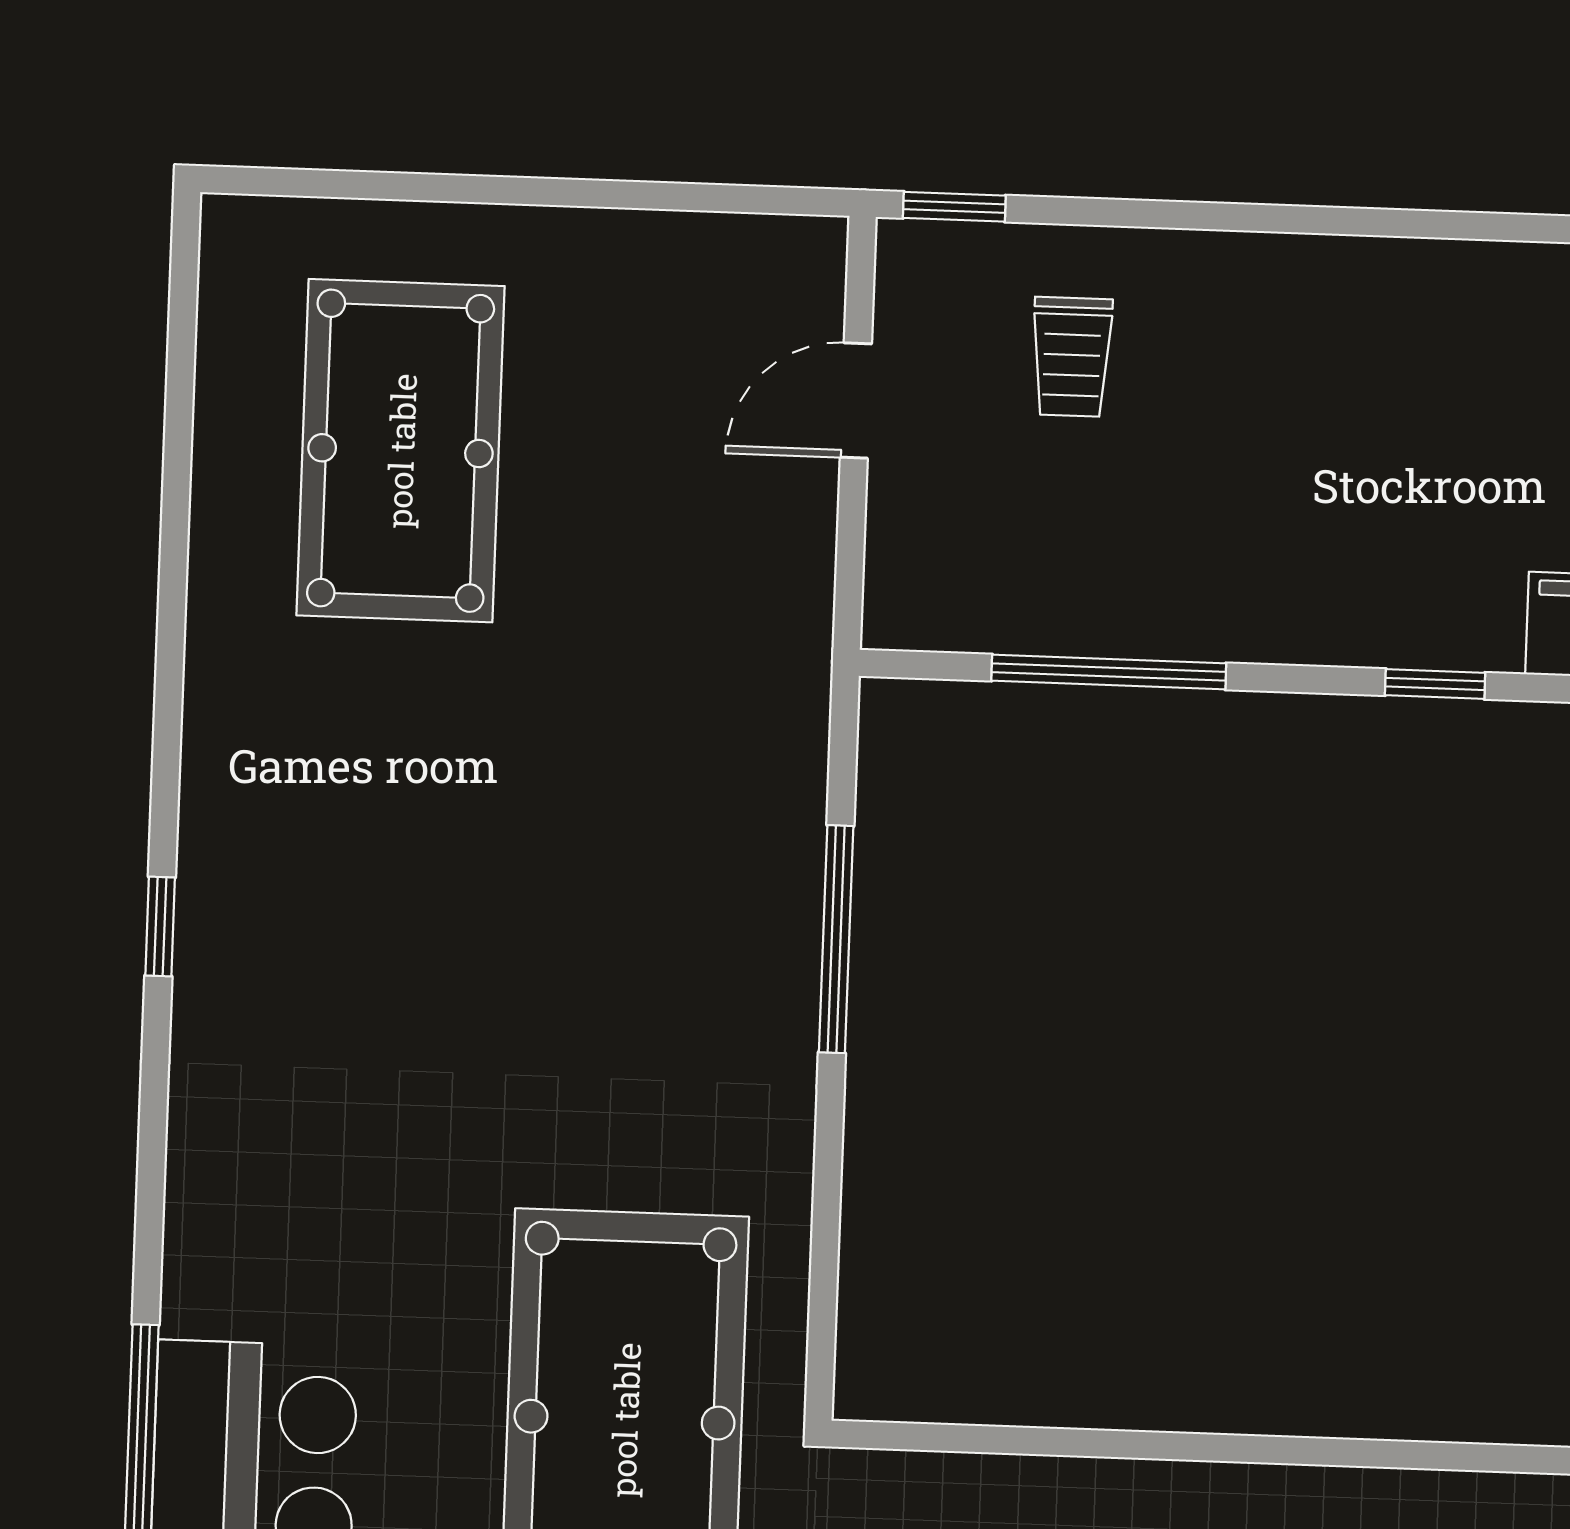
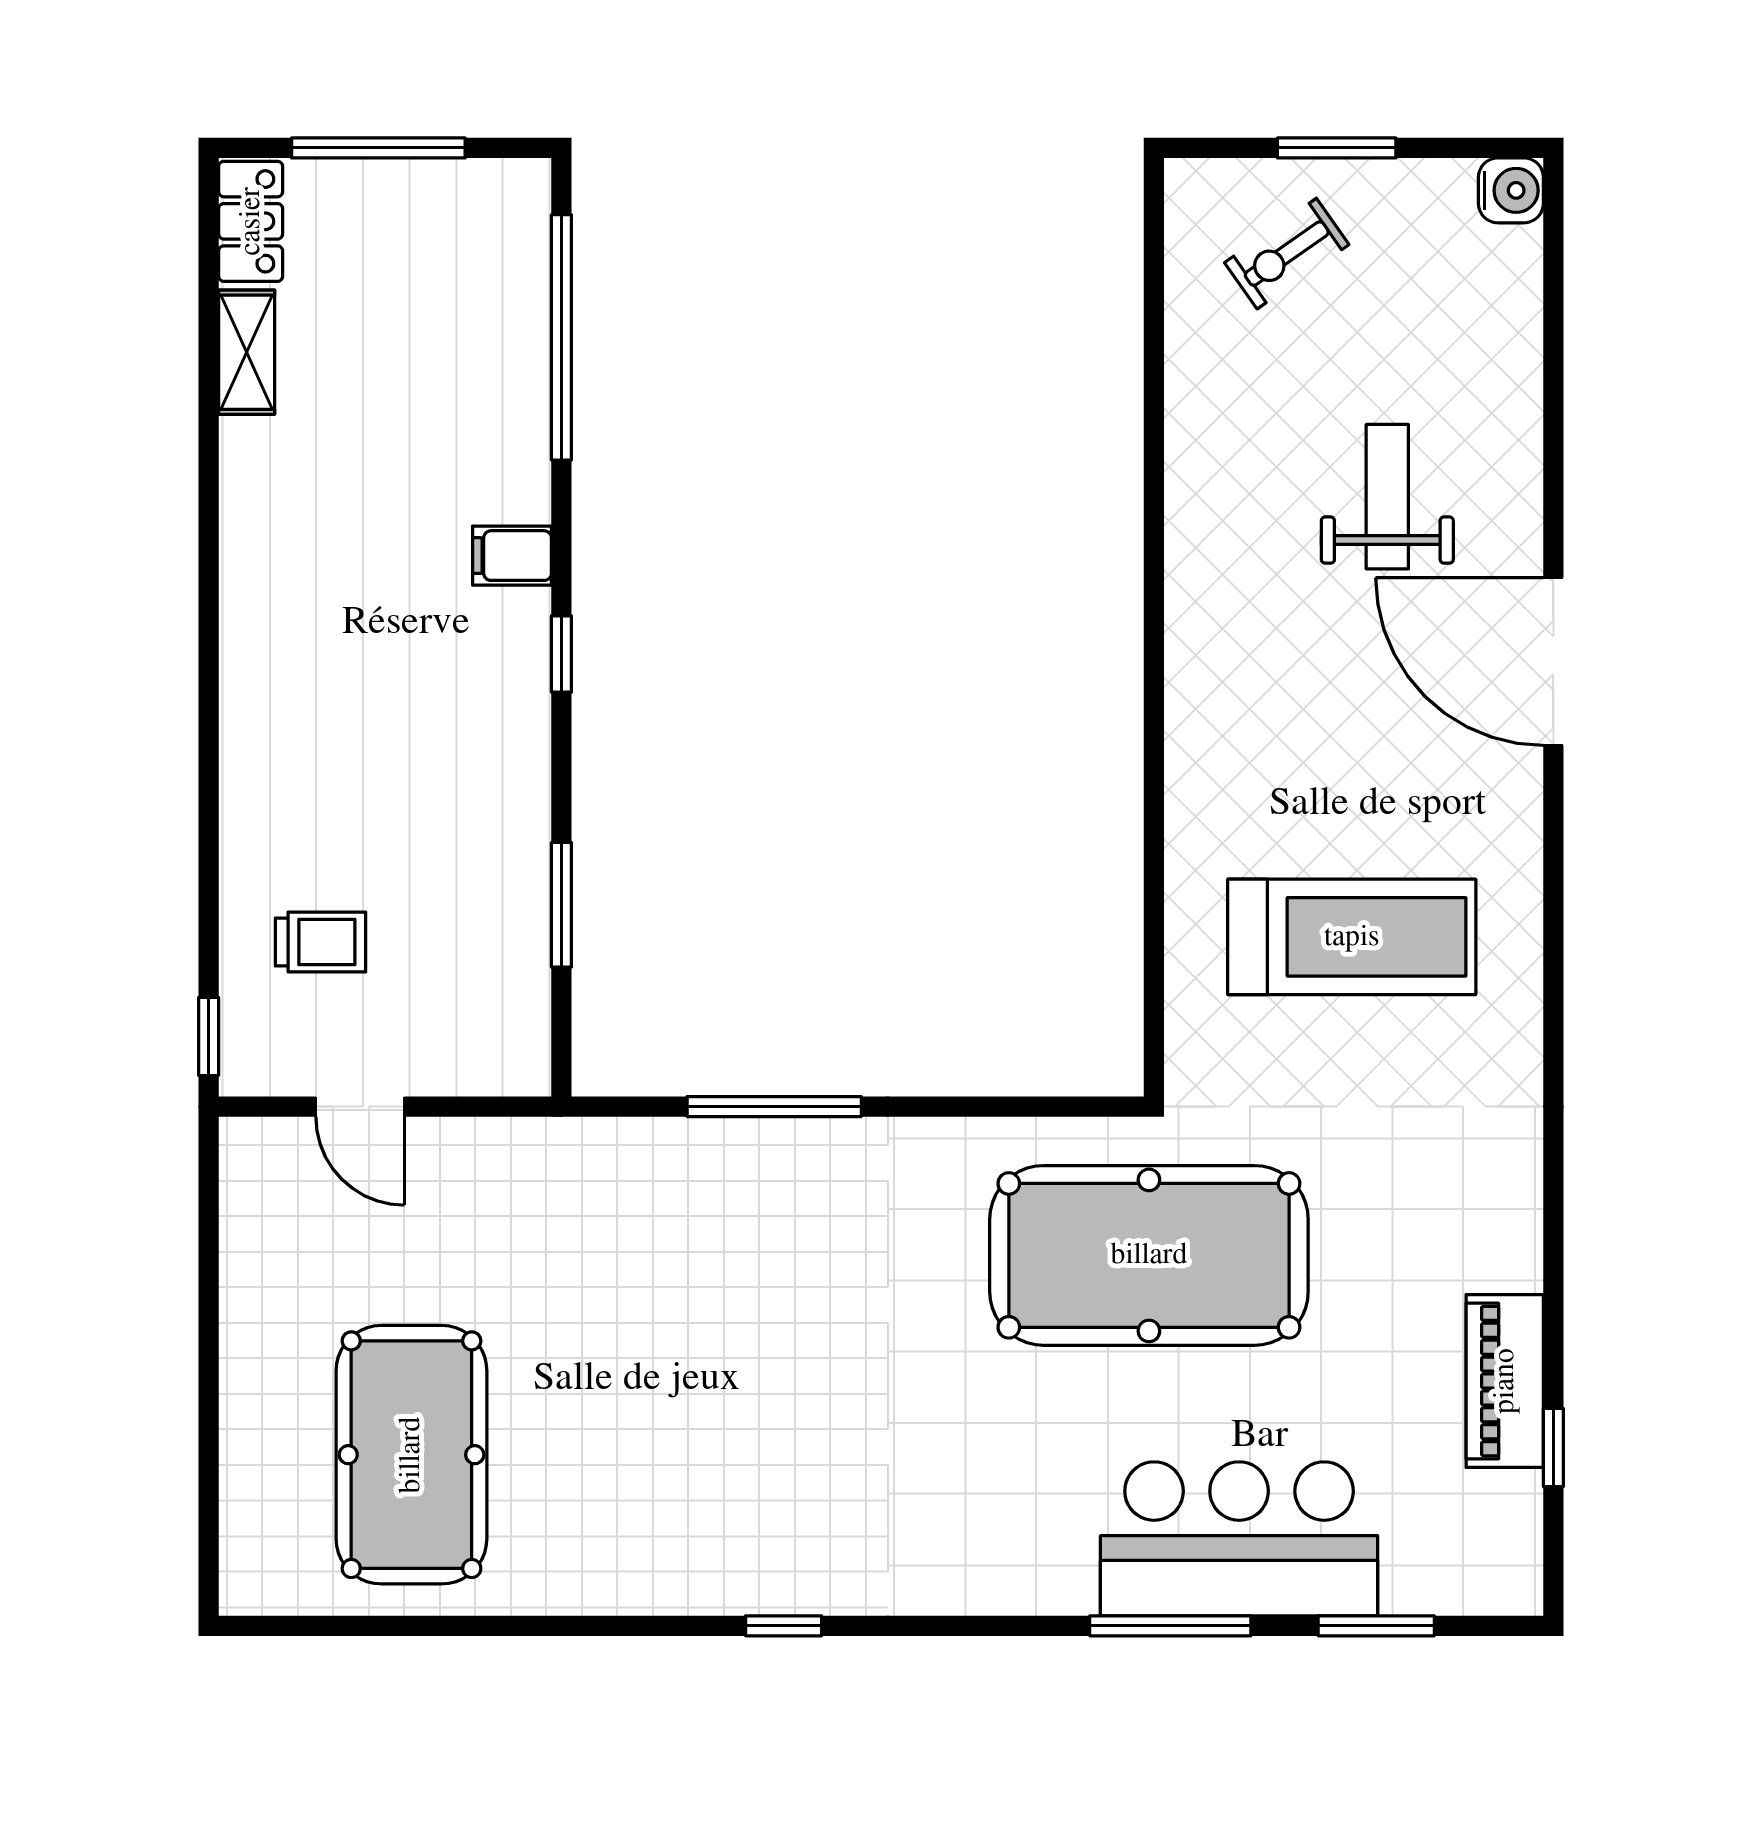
pool table: (401, 451) -> (411, 1455), turned 90
window: (1109, 672) -> (561, 905), width x0.69

